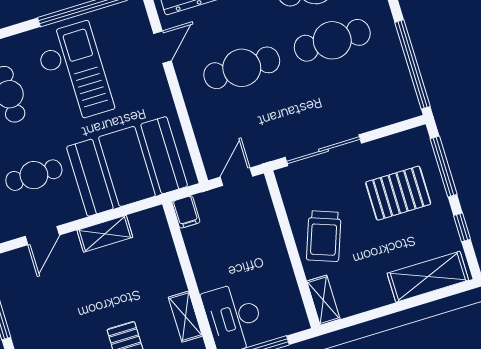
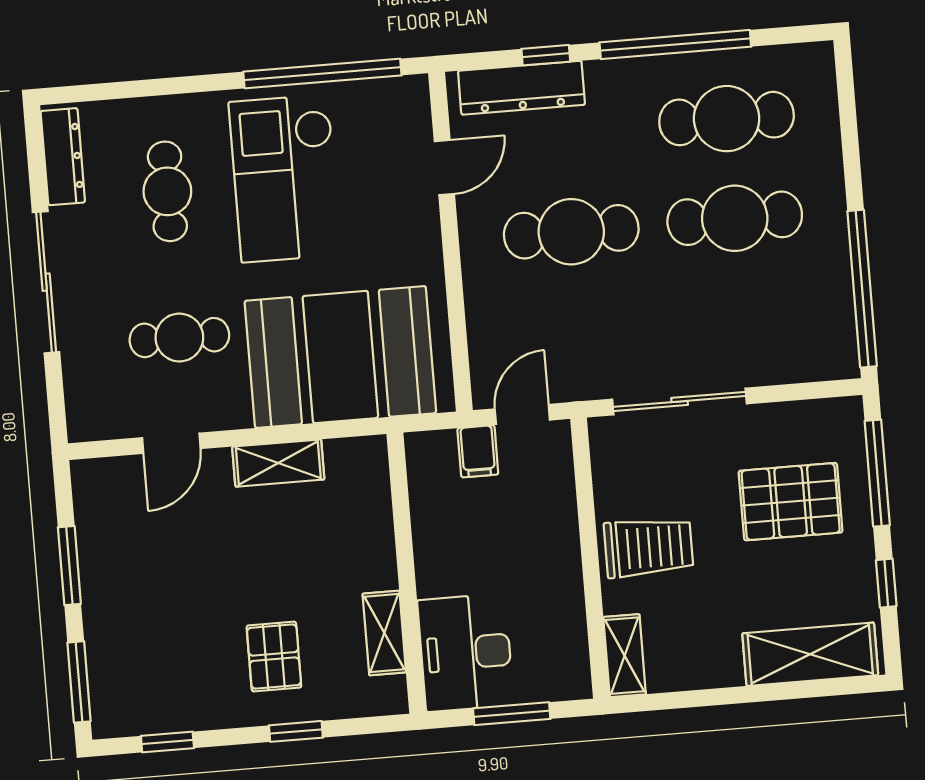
checkout: (74, 73) -> (285, 178), turned 180
filing cabinet: (186, 212) -> (478, 451), moved
trolley: (324, 236) -> (649, 547), turned -110

